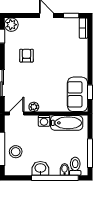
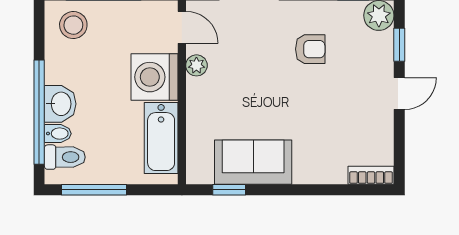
window: (71, 15) -> (399, 45), moved
sofa: (78, 94) -> (253, 162), moved
washing machine: (44, 121) -> (154, 77), width x1.89, depth x1.89
stool: (16, 152) -> (73, 25), moved
washbasin: (40, 168) -> (60, 104), moved

